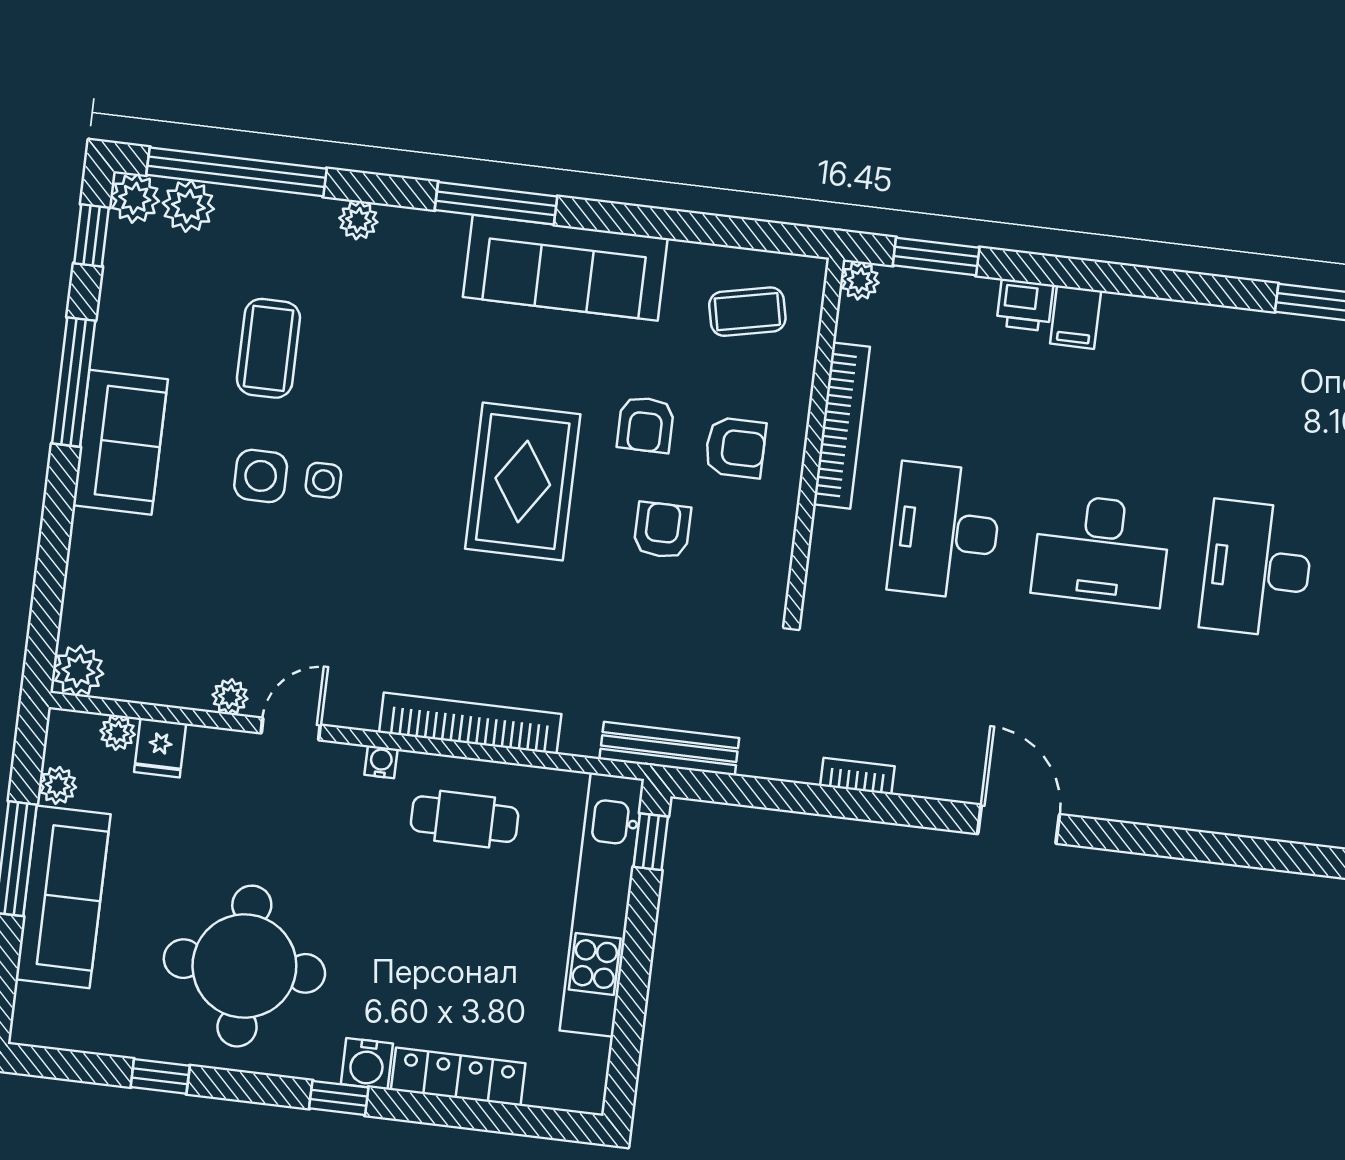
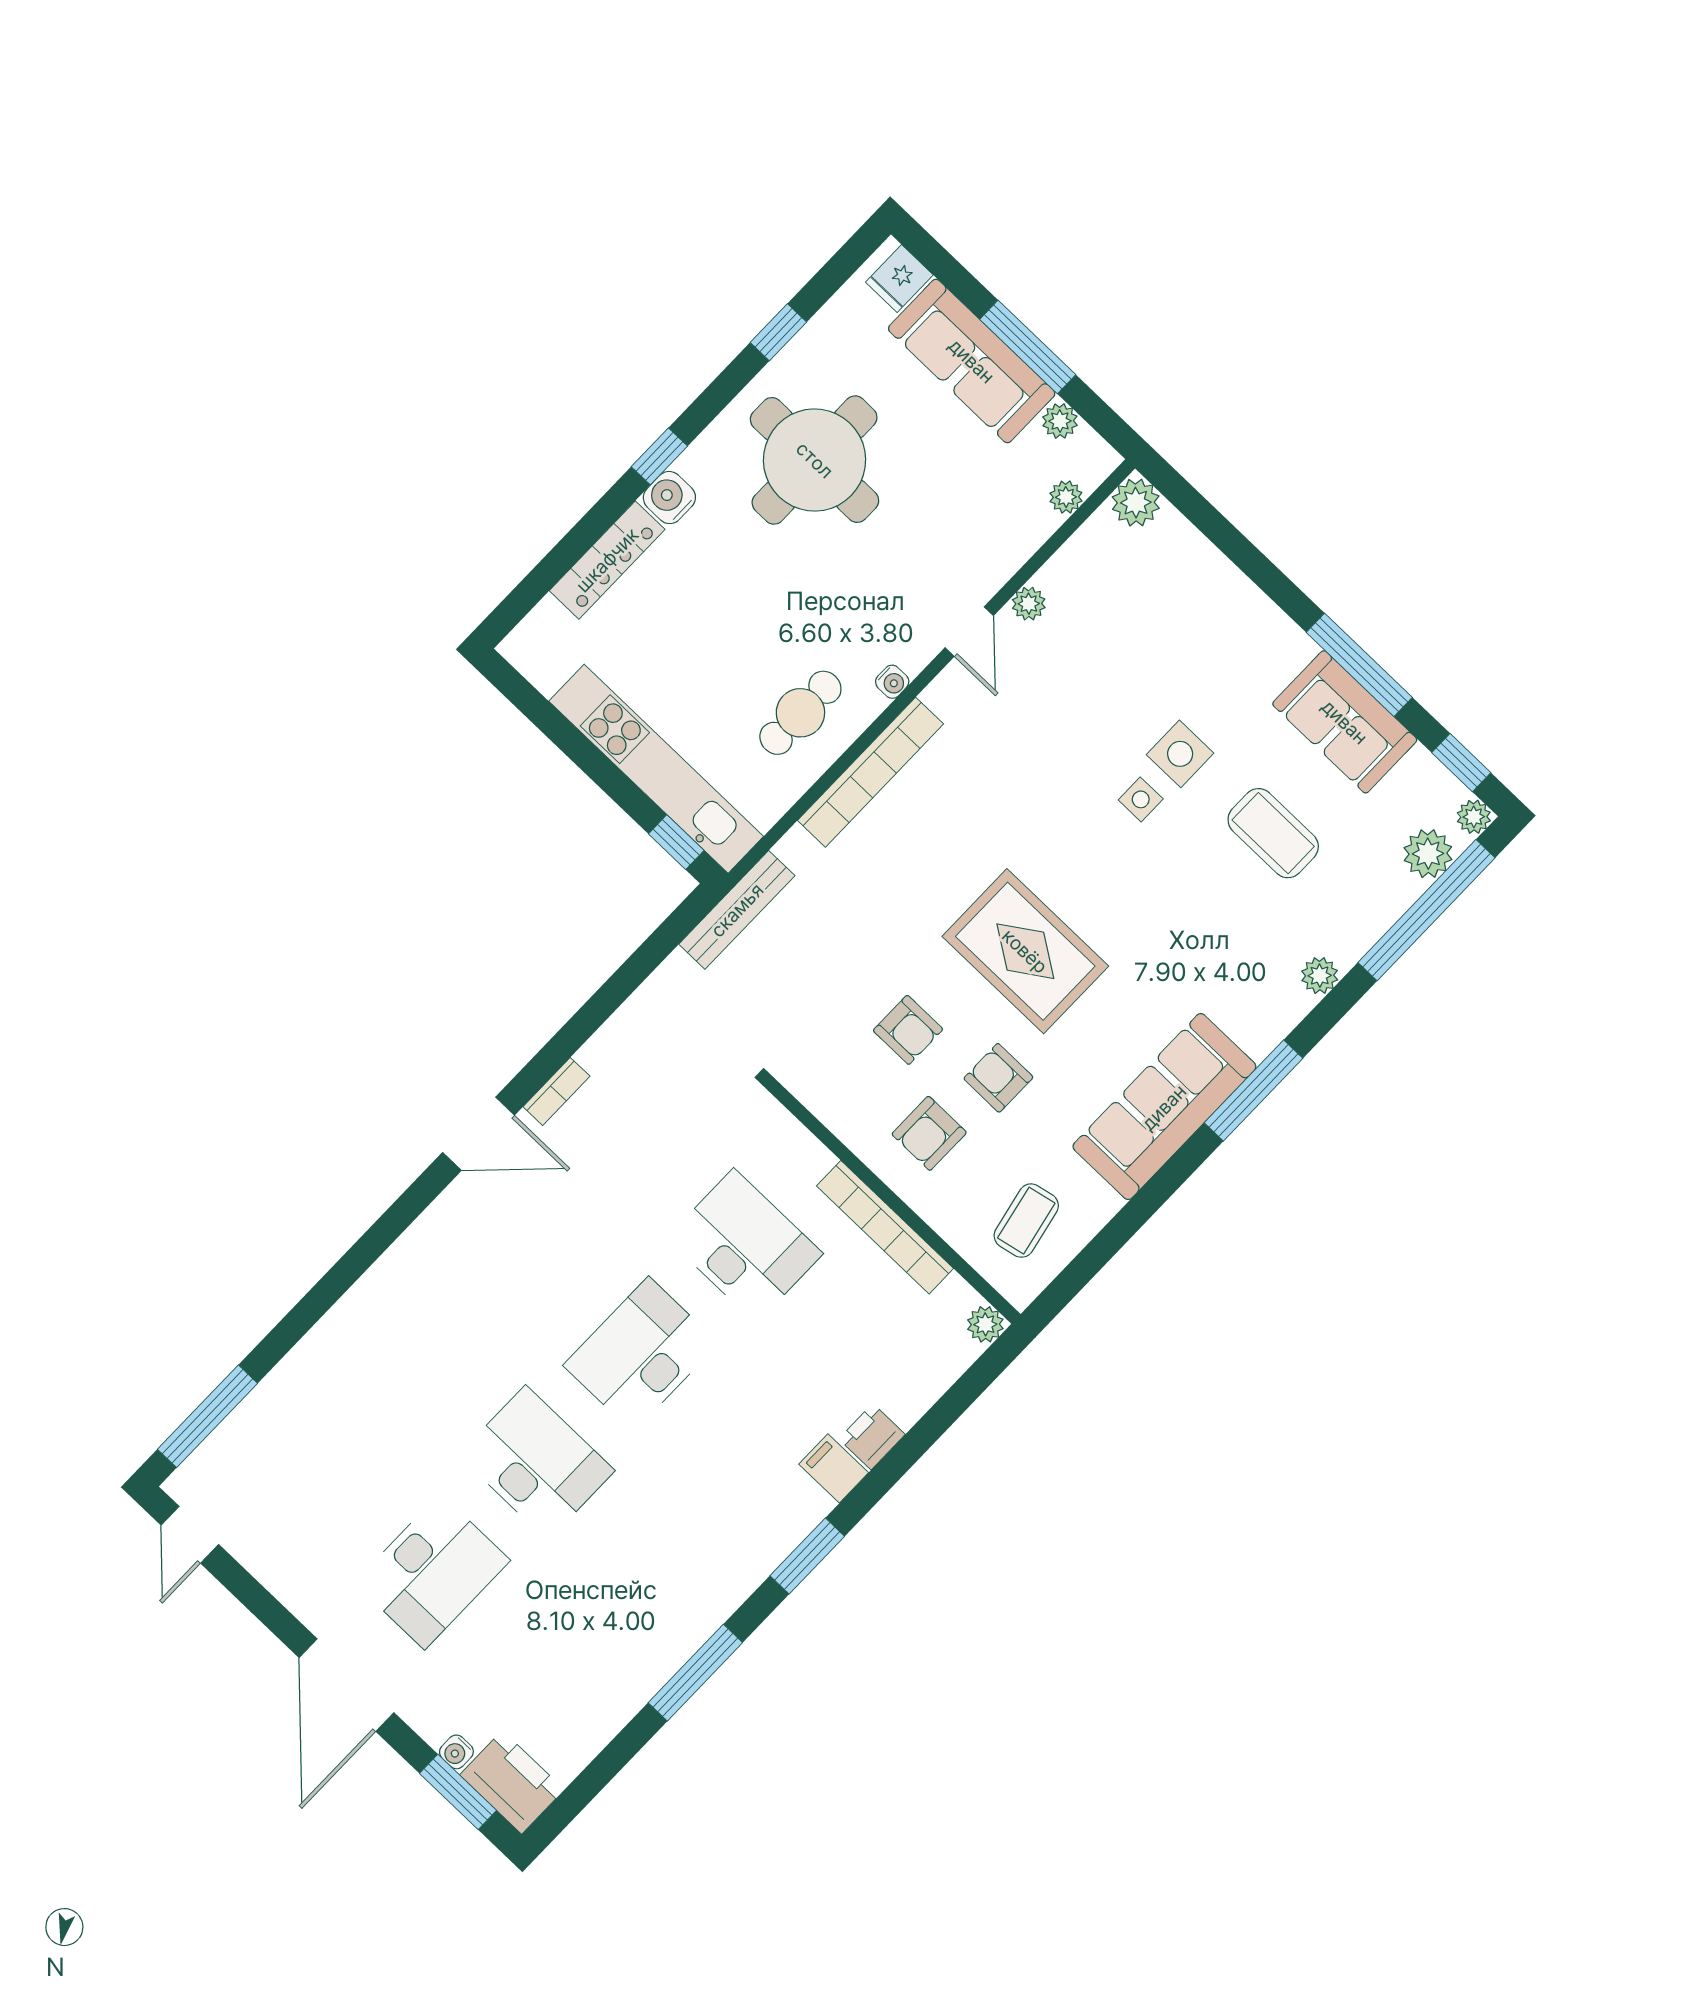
plant: (135, 198) -> (1474, 817), width x0.73, depth x0.73
window: (936, 256) -> (807, 1556), moved
sofa: (120, 442) -> (1345, 722), moved
fridge: (160, 748) -> (899, 279), moved, turned -90
bookcase: (857, 776) -> (556, 1091), moved

